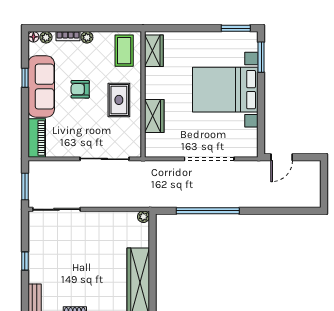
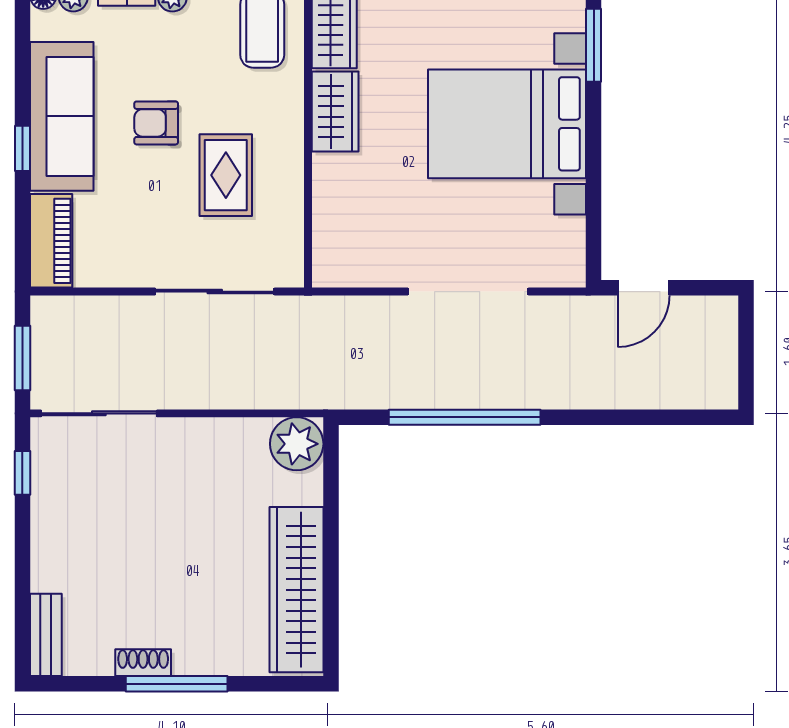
window: (25, 78) -> (22, 148), moved
rug: (119, 100) -> (226, 175), moved
wardrobe: (154, 116) -> (335, 111), moved
plant: (143, 217) -> (297, 444), width x1.88, depth x1.88
window: (25, 261) -> (22, 473), moved

